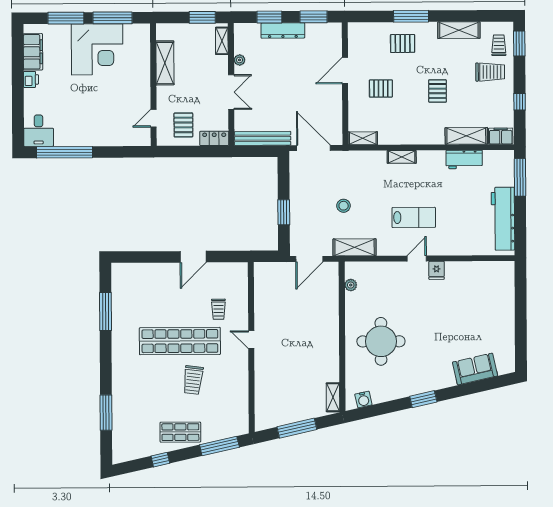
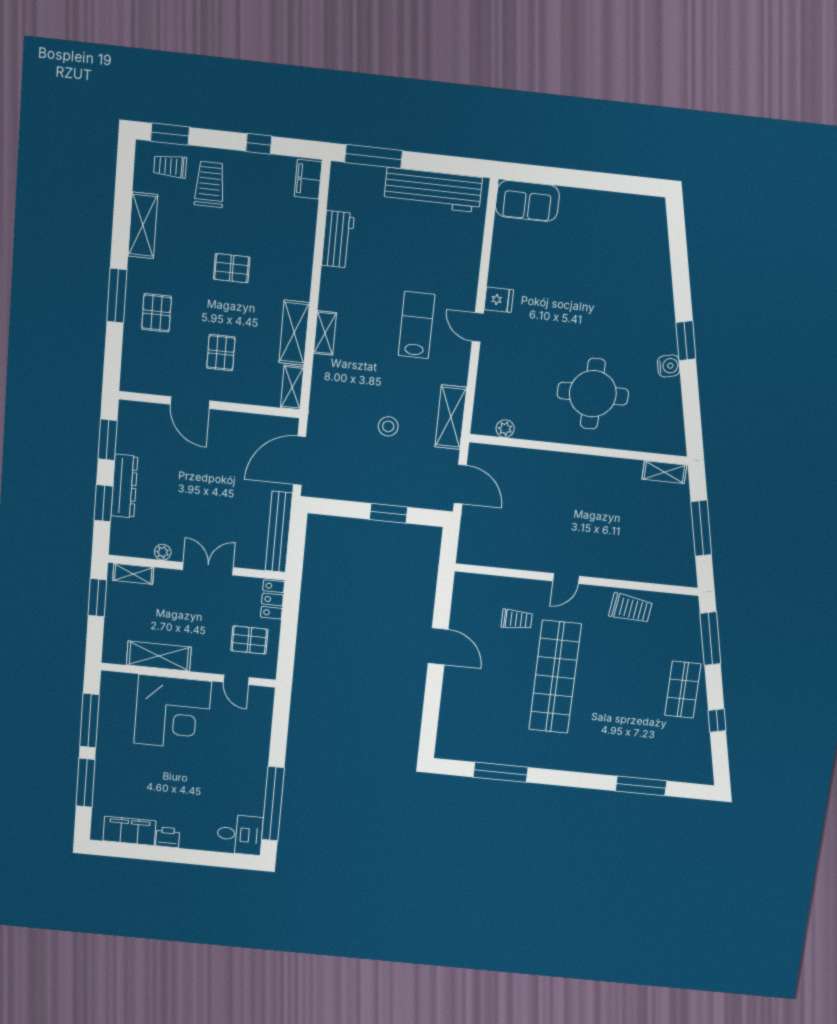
corner desk: (97, 49) -> (173, 712), moved, turned 90
shelving: (466, 136) -> (294, 333), moved
sofa: (475, 369) -> (527, 201), moved, turned -77
trolley: (193, 380) -> (631, 608), moved
water cooler: (363, 399) -> (669, 366), moved

